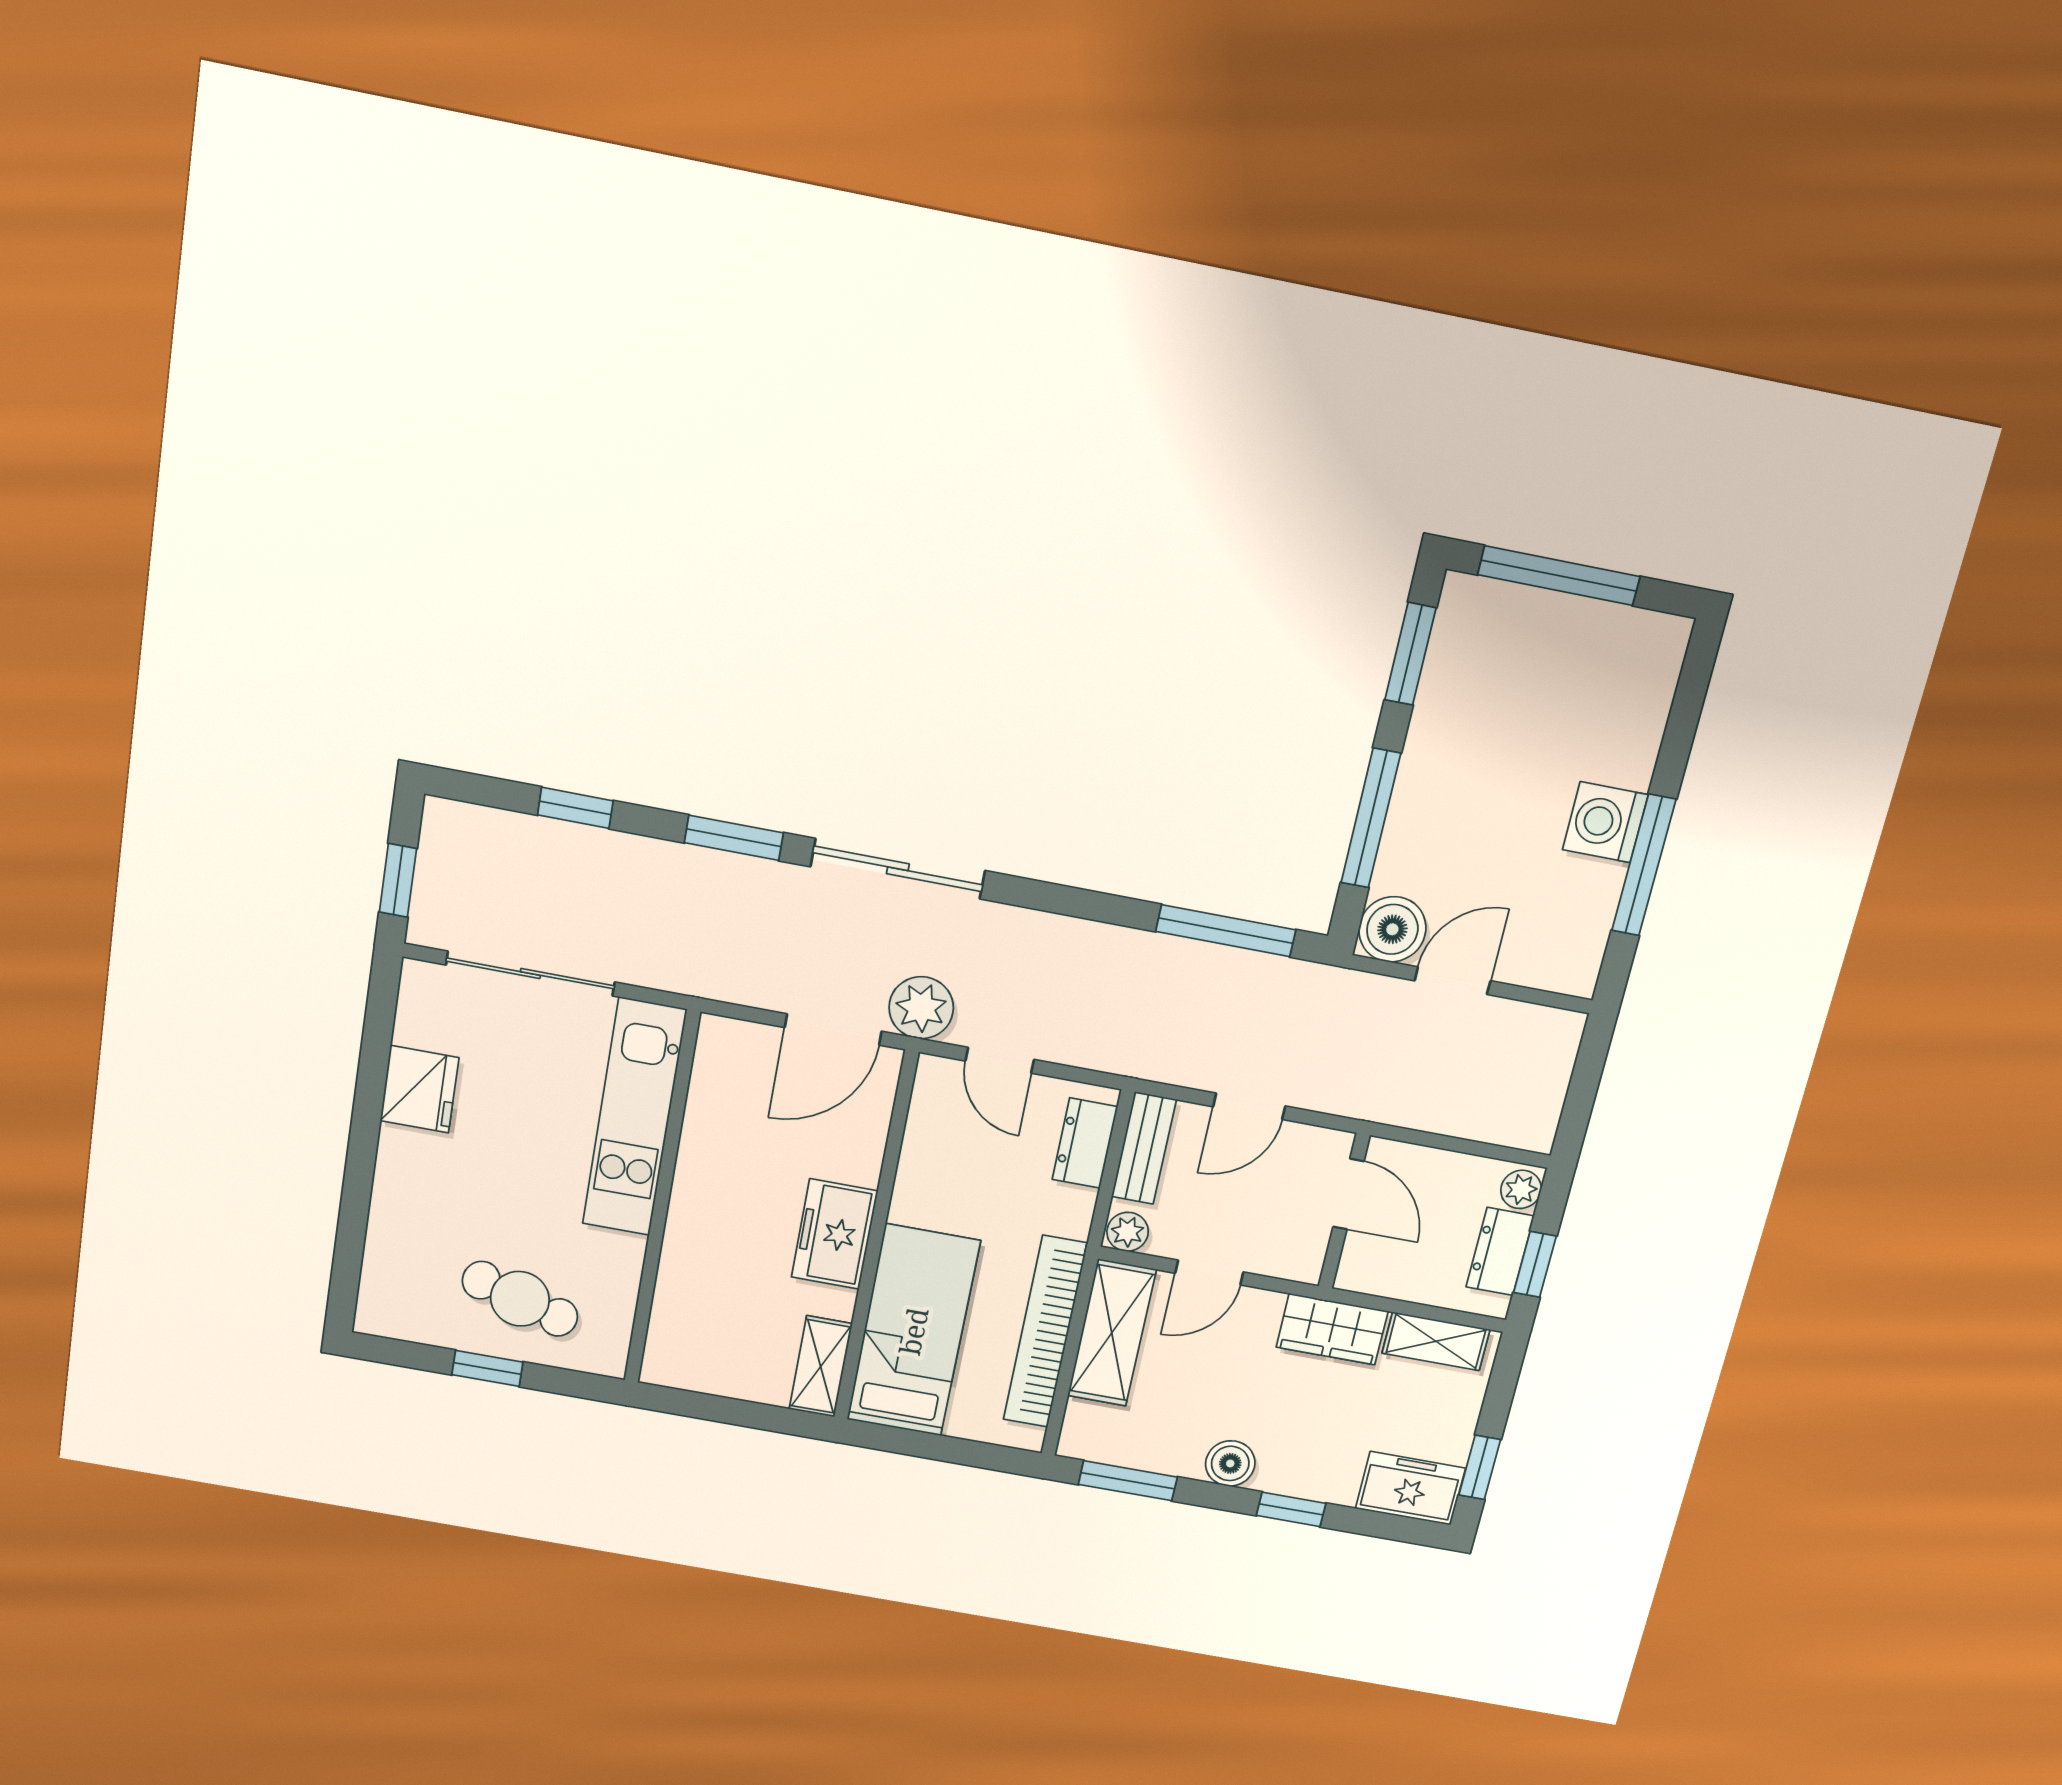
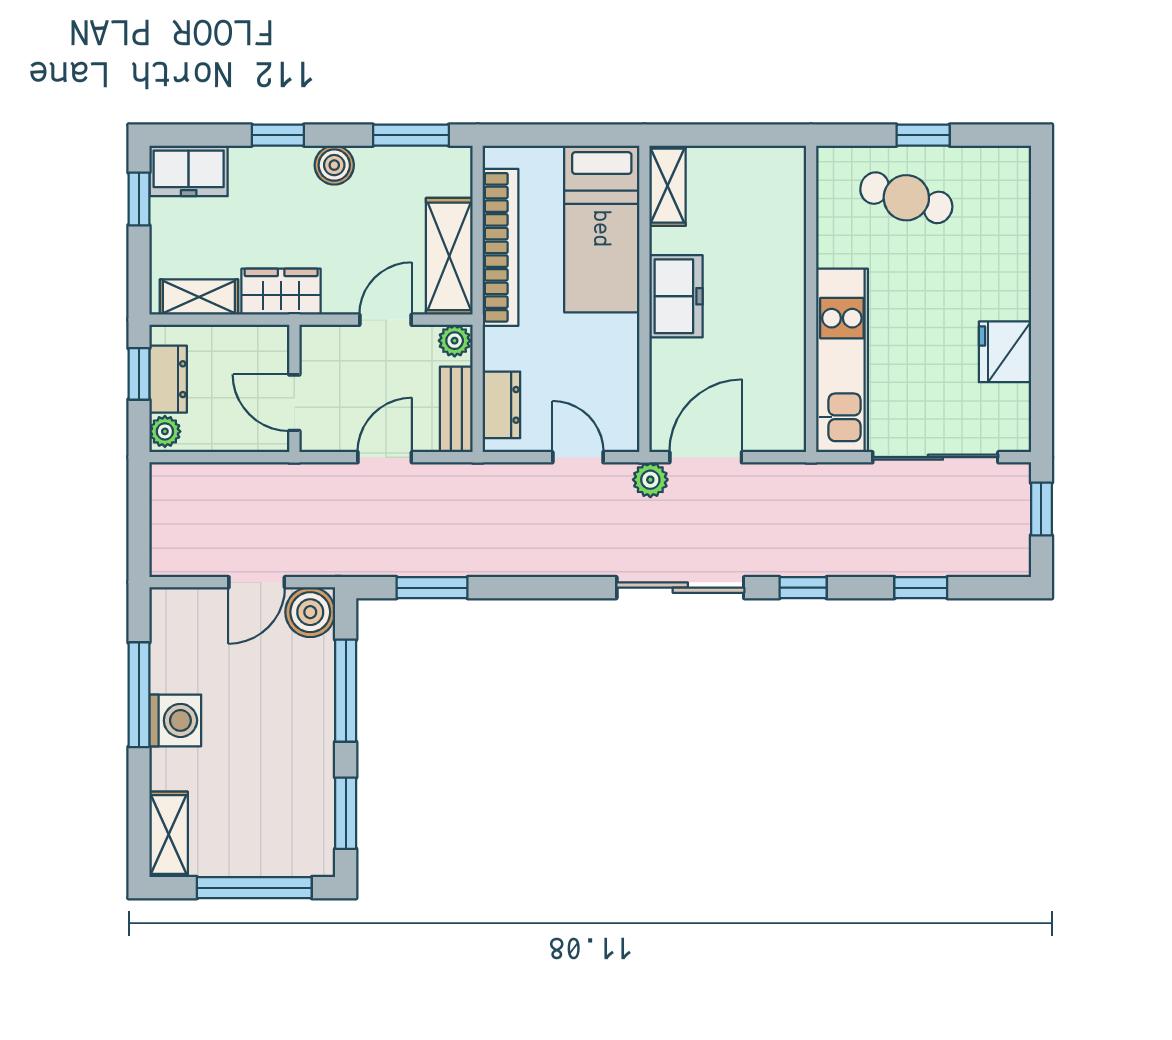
shelving: (1655, 672) -> (169, 834), added
window: (734, 838) -> (803, 588), width x0.67
window: (1226, 931) -> (432, 588), width x0.69
plant: (921, 1008) -> (650, 480), width x0.73, depth x0.73

